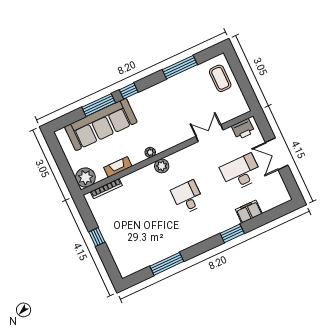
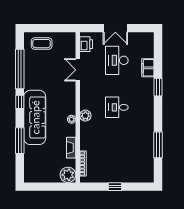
window: (180, 67) -> (20, 69), width x1.46
window: (129, 91) -> (20, 102), moved
sofa: (101, 124) -> (35, 117), moved

